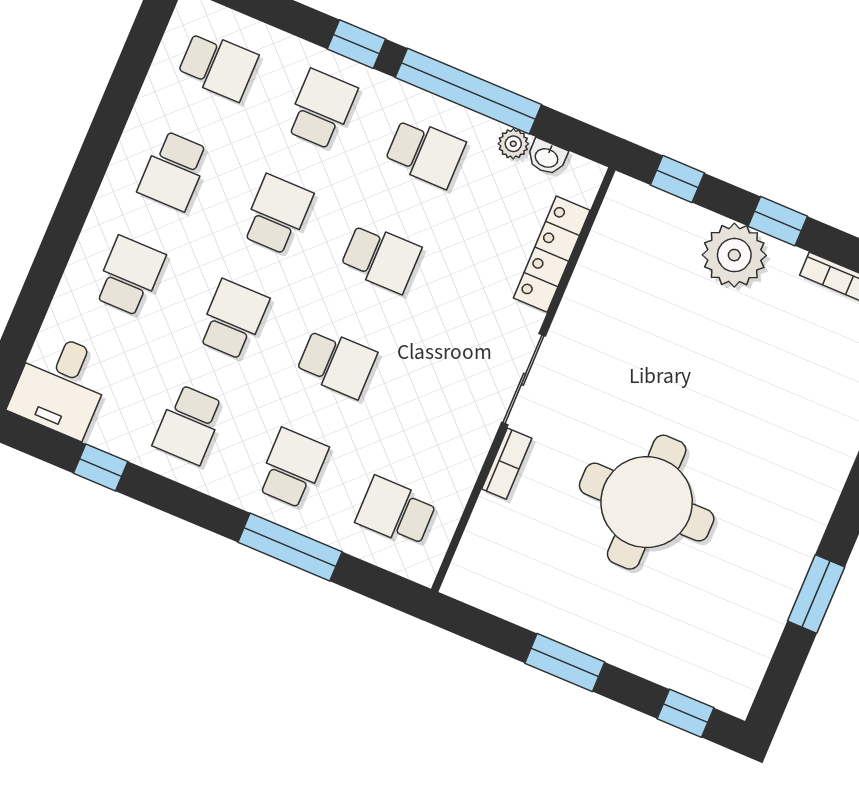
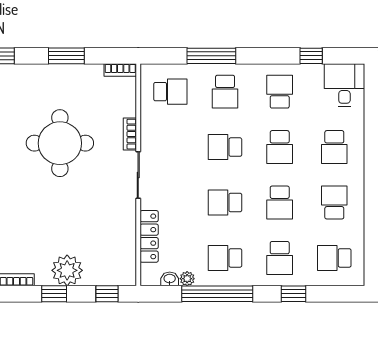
window: (356, 44) -> (293, 294), moved
bookcase: (474, 593) -> (120, 70), added

